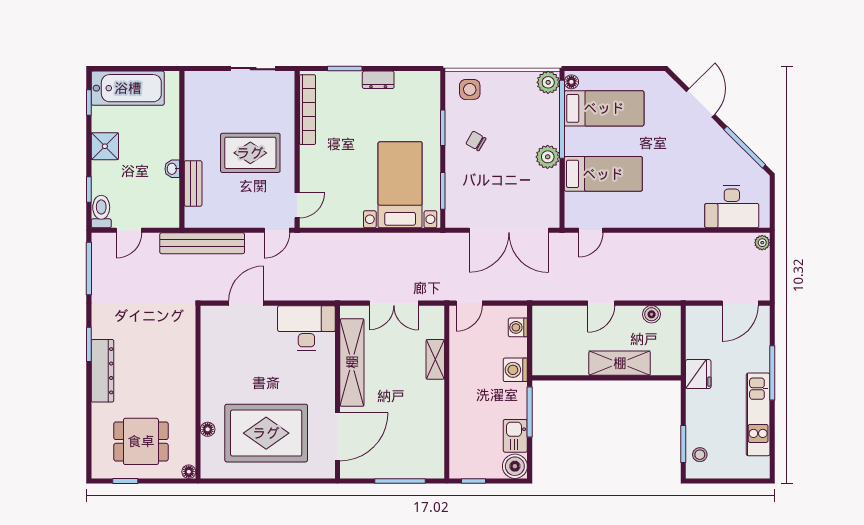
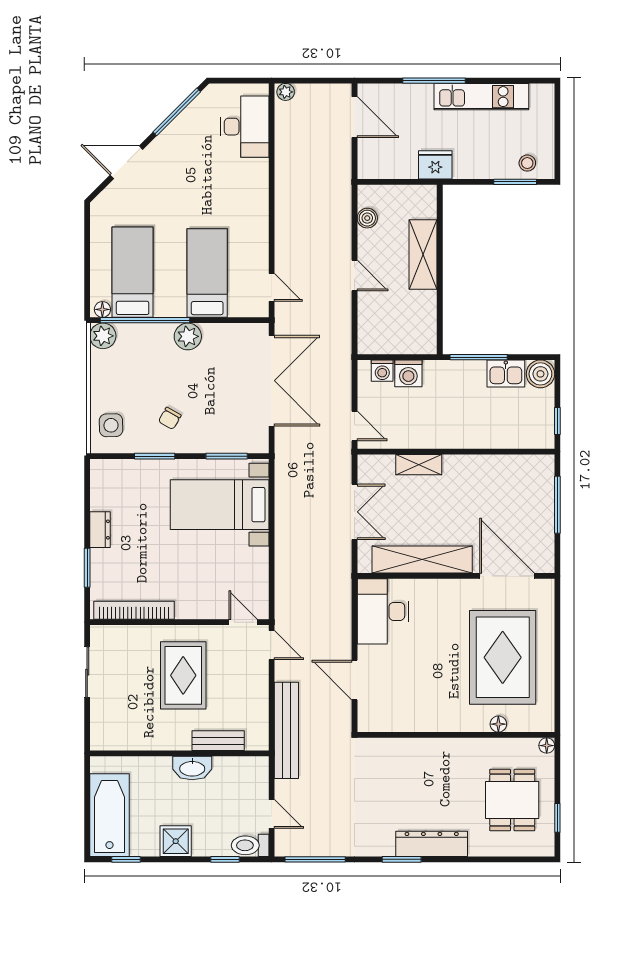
washbasin: (172, 169) -> (192, 768), width x1.91, depth x1.45
washing machine: (515, 370) -> (408, 373), moved

